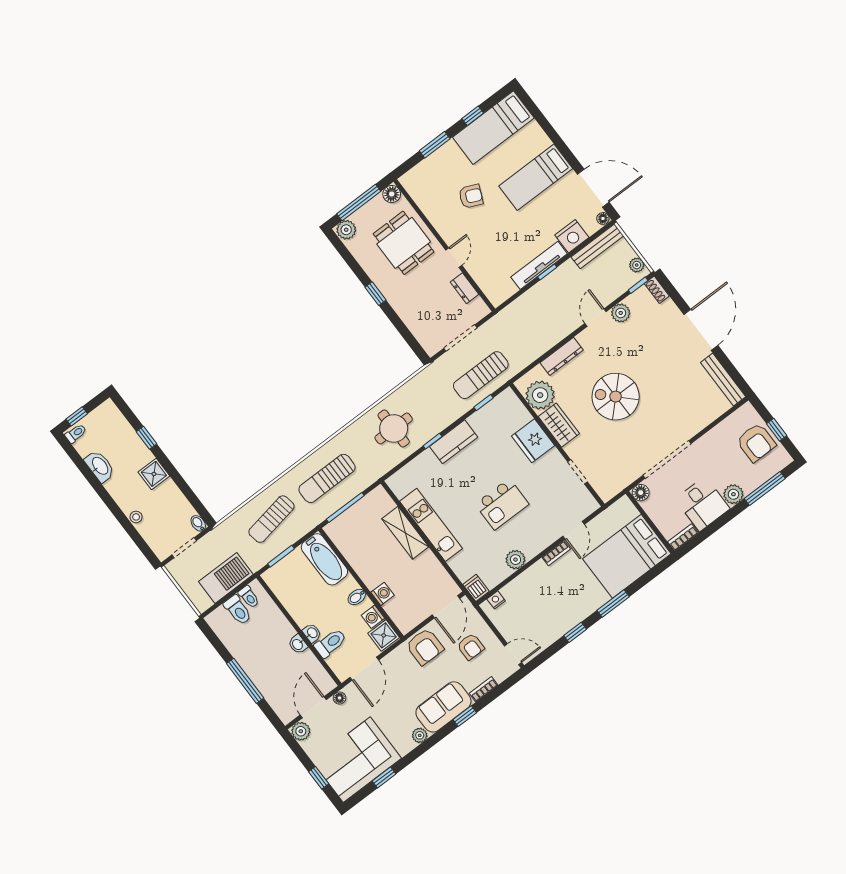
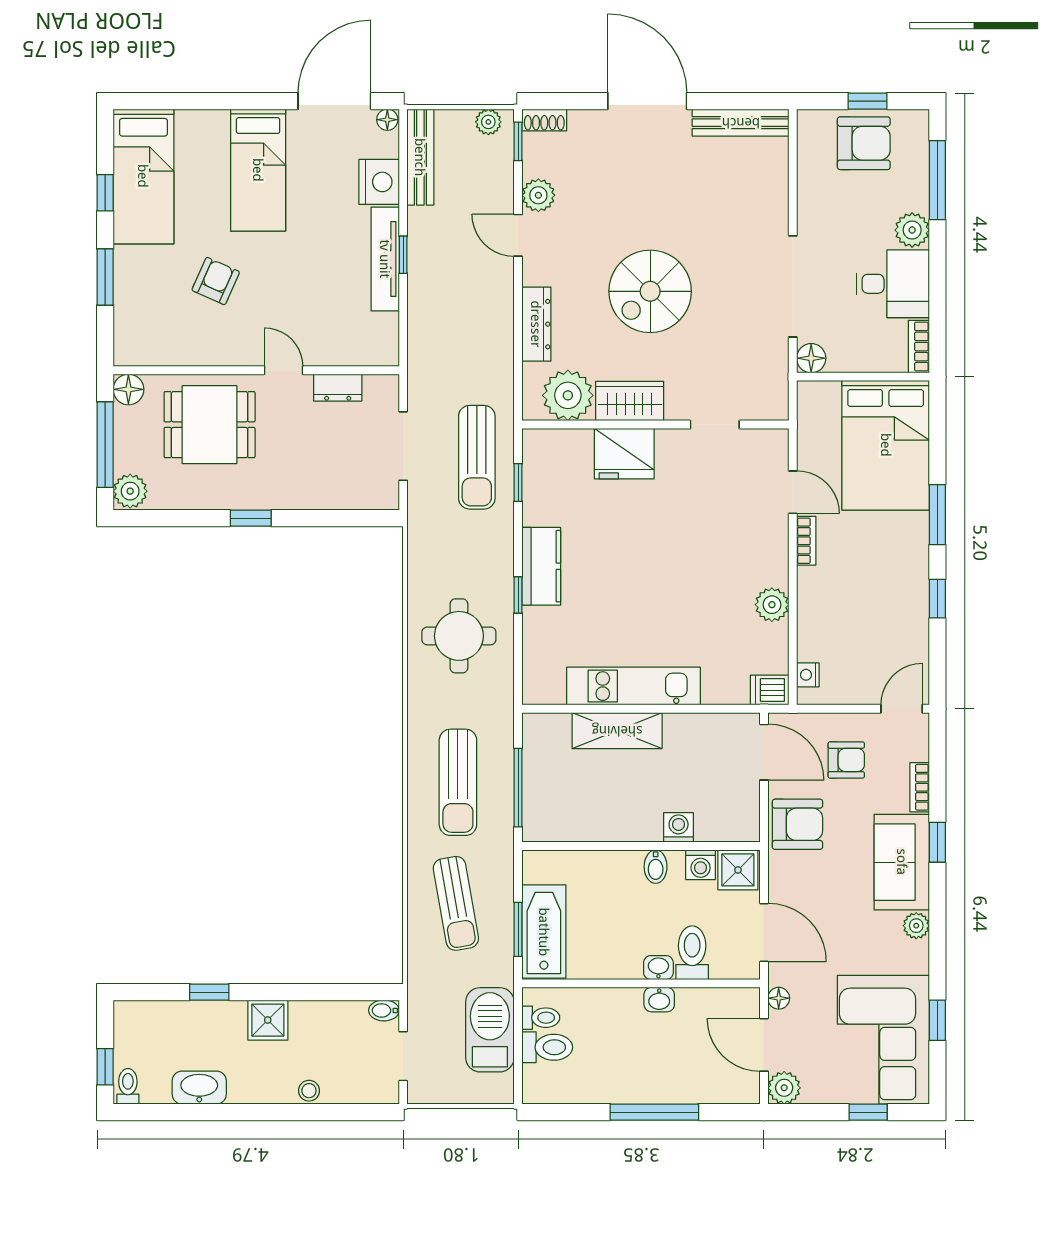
kitchen island: (502, 504) -> (680, 565), removed
bathtub: (324, 559) -> (544, 932), moved, turned -90

